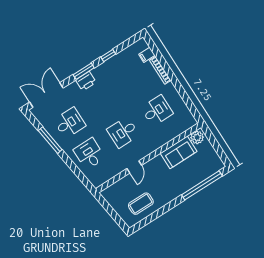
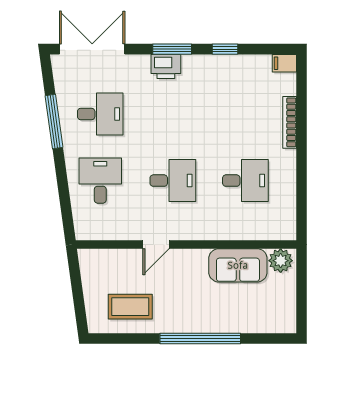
filing cabinet: (147, 55) -> (284, 63), moved
desk: (123, 132) -> (173, 181), turned 180
window: (202, 185) -> (200, 338), moved

